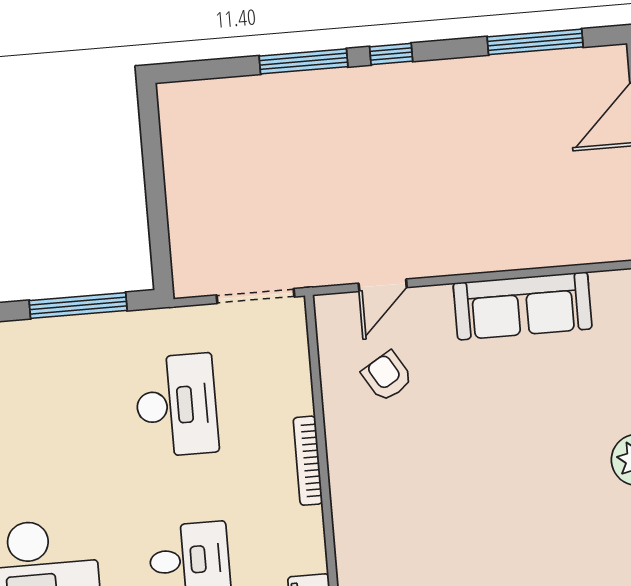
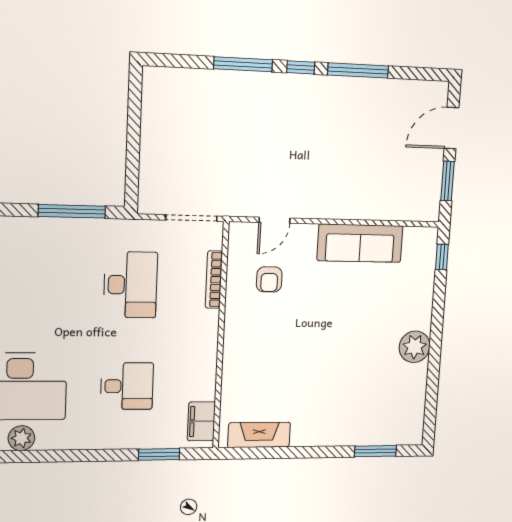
window: (535, 42) -> (358, 70), moved
armchair: (387, 376) -> (269, 279), turned -149
bookcase: (308, 461) -> (214, 280), moved

